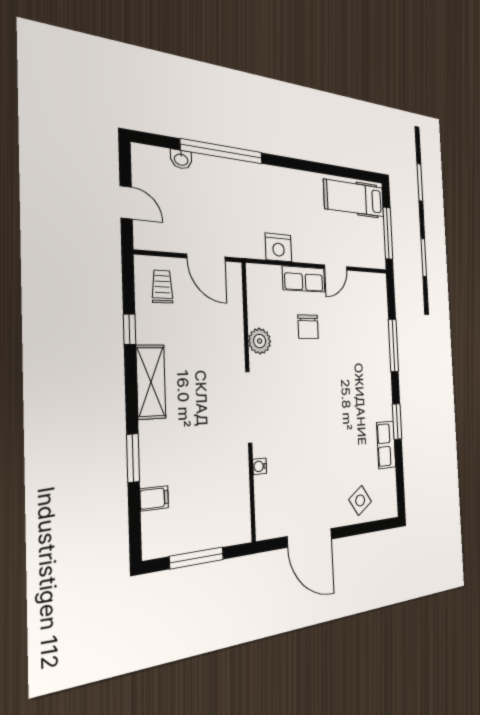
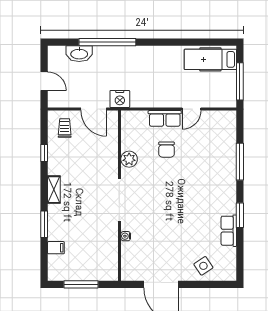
washbasin: (181, 159) -> (79, 54), width x1.91, depth x1.45
nightstand: (278, 247) -> (120, 99), moved
shelving: (151, 382) -> (54, 190), width x0.67, depth x0.75

